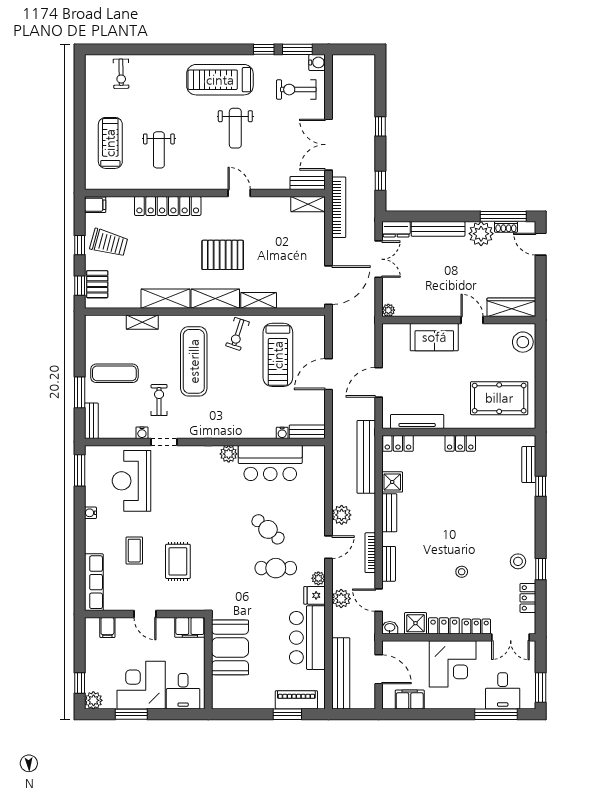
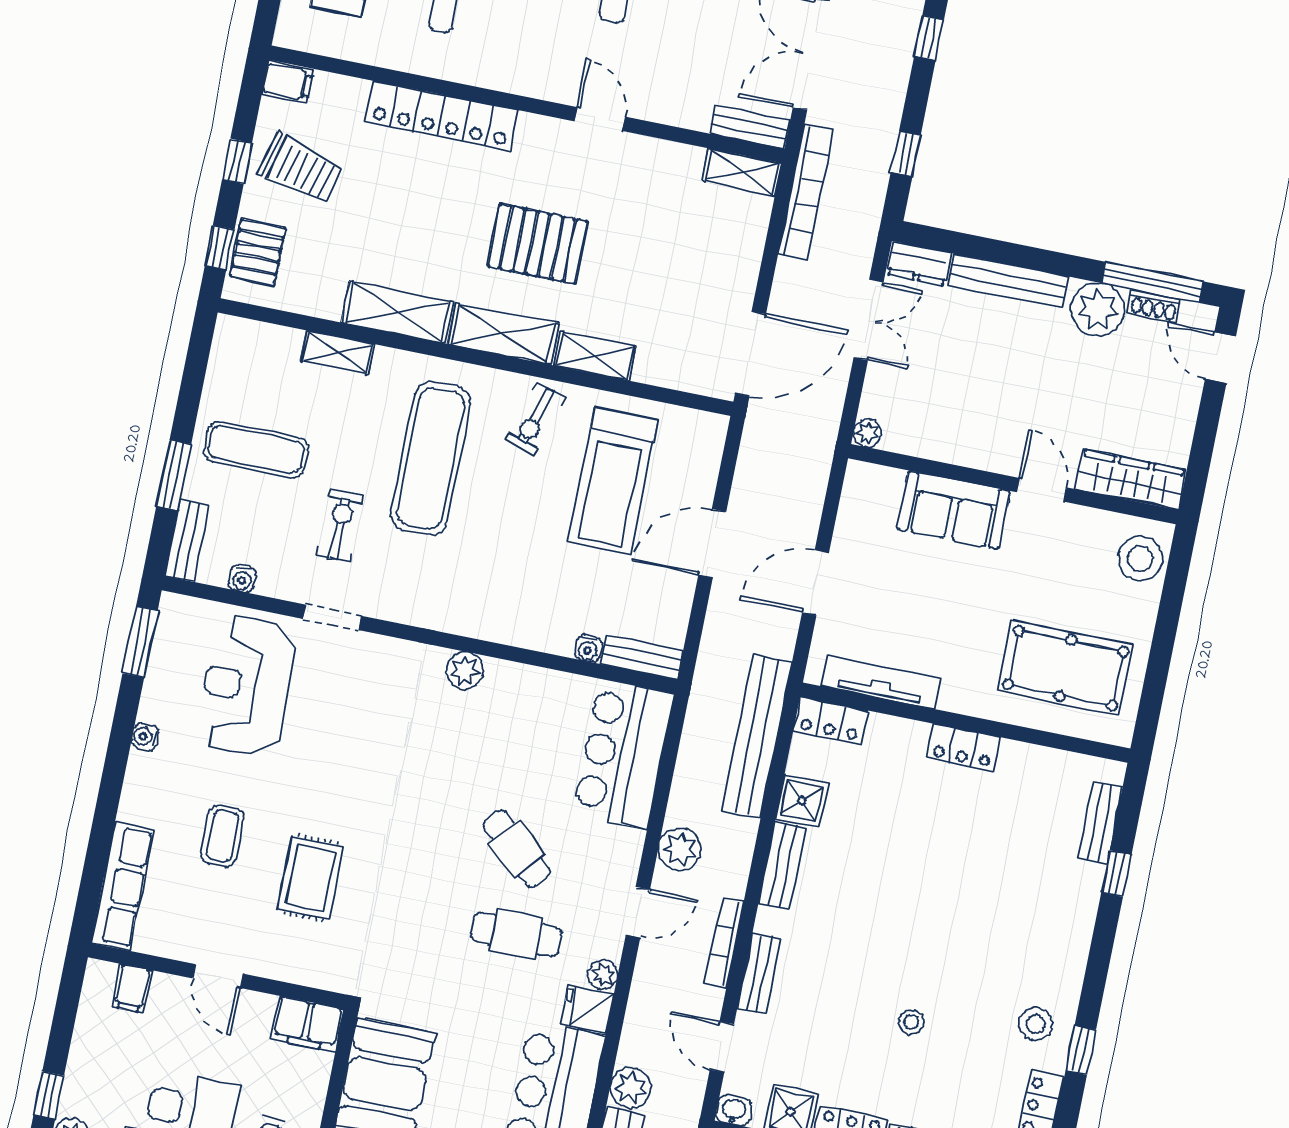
water cooler: (142, 433) -> (242, 579), moved
bar counter: (270, 463) -> (623, 754), moved, turned 90
plant: (341, 599) -> (631, 1088), moved

